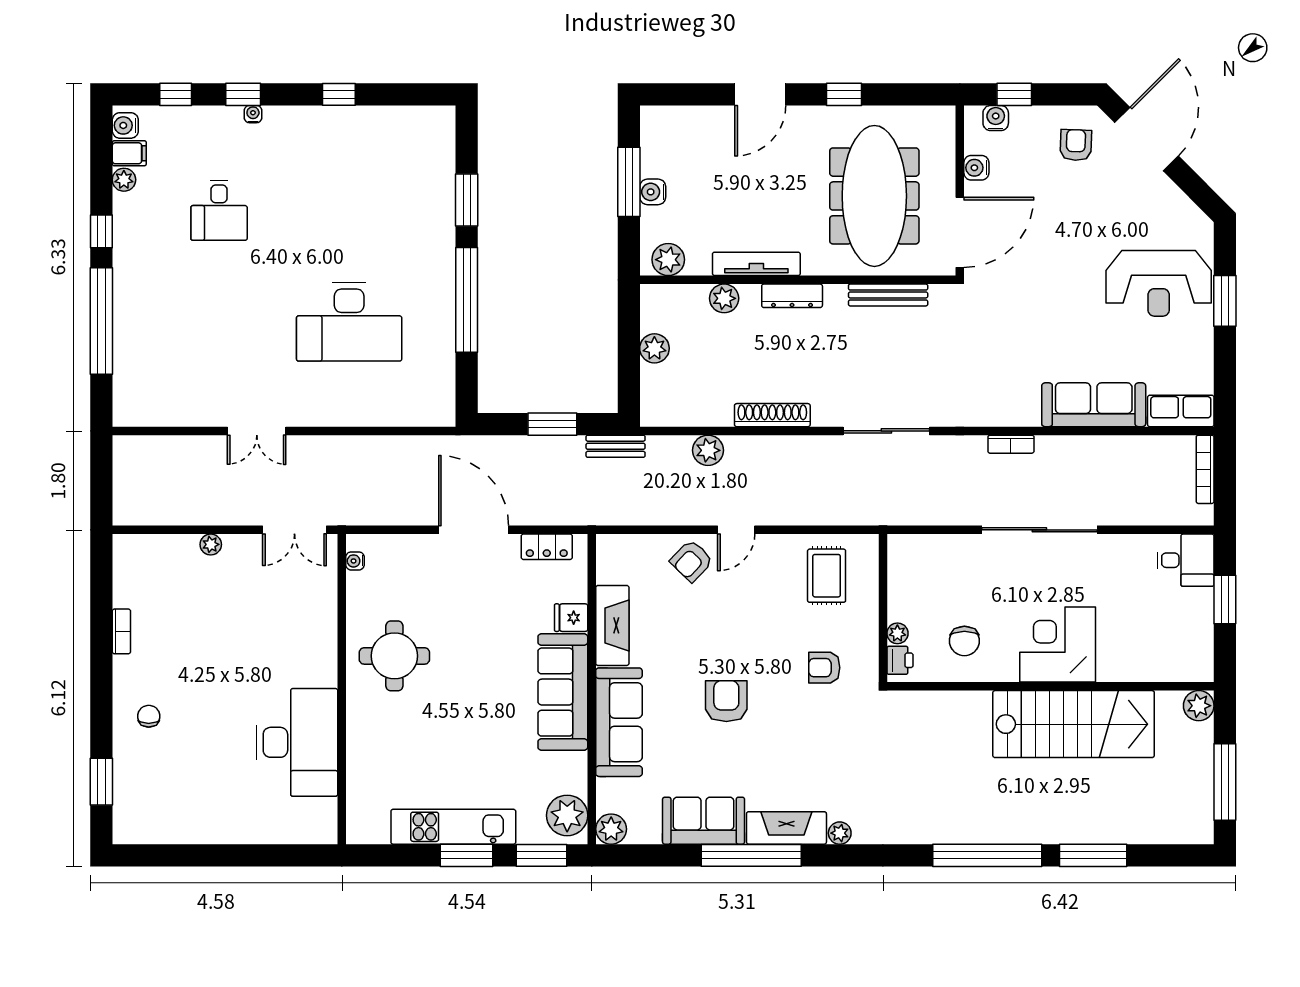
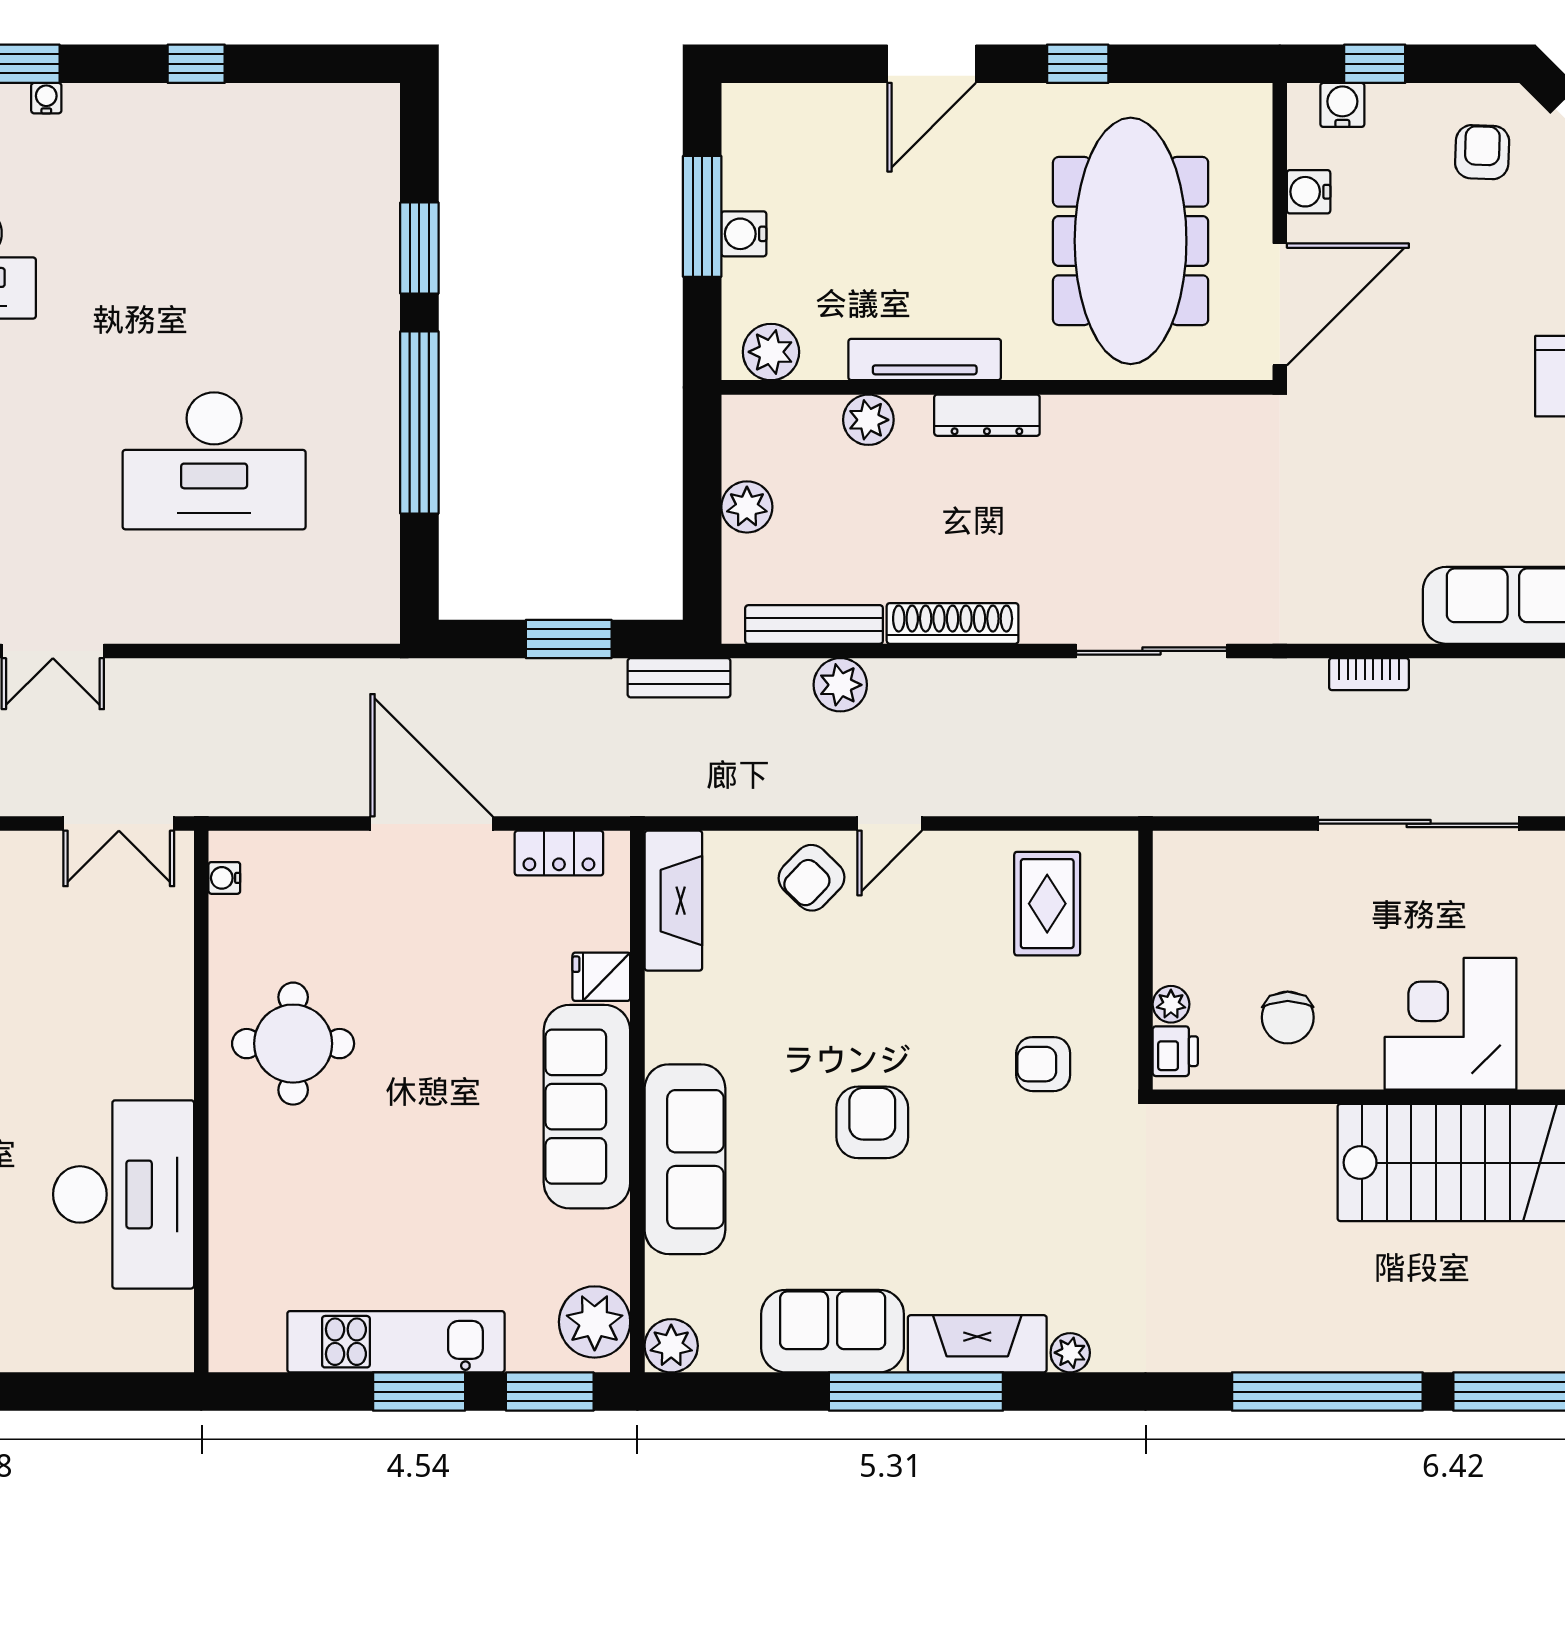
bench: (888, 295) -> (814, 624), moved
fireplace: (612, 625) -> (673, 901), moved

